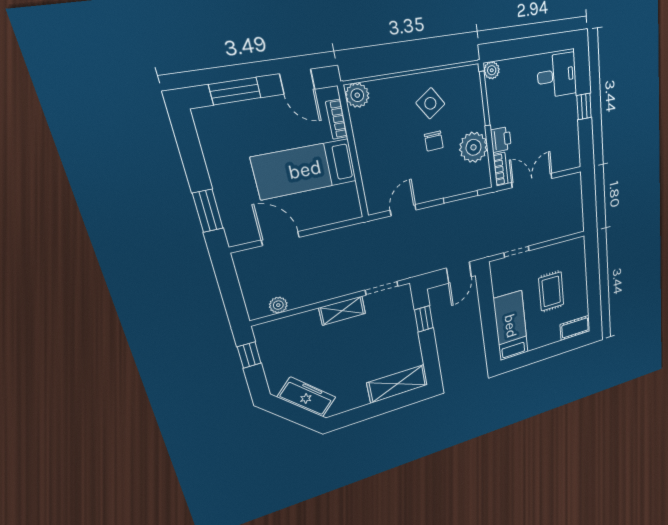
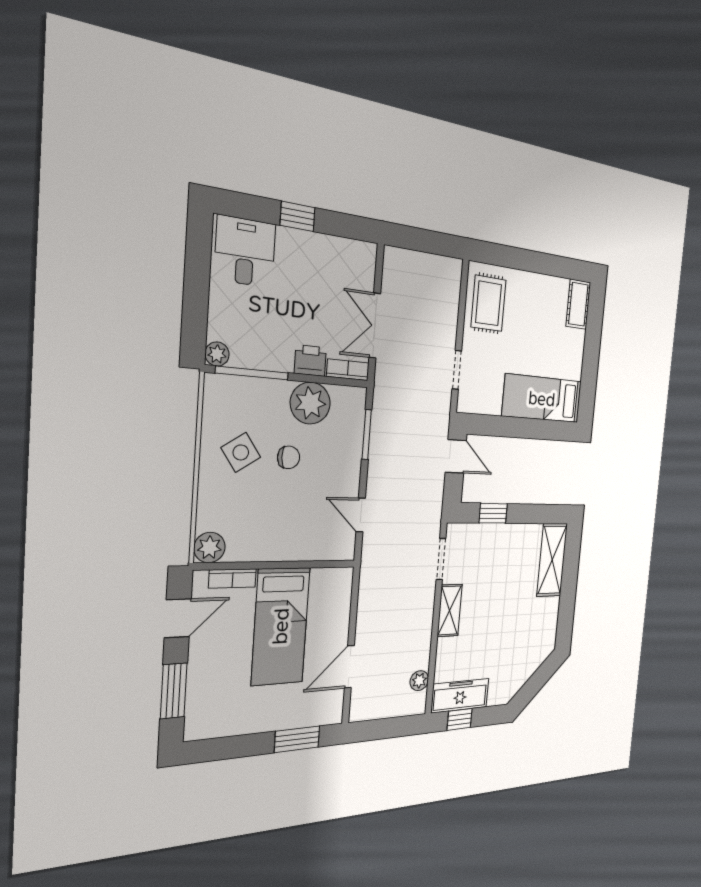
rug: (551, 291) -> (489, 303), moved, turned 90
freezer: (307, 397) -> (460, 696), moved, turned 45

